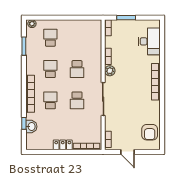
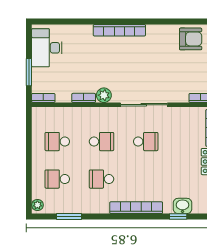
desk: (149, 41) -> (47, 48), moved, turned -90
school desk: (50, 100) -> (57, 142), moved

